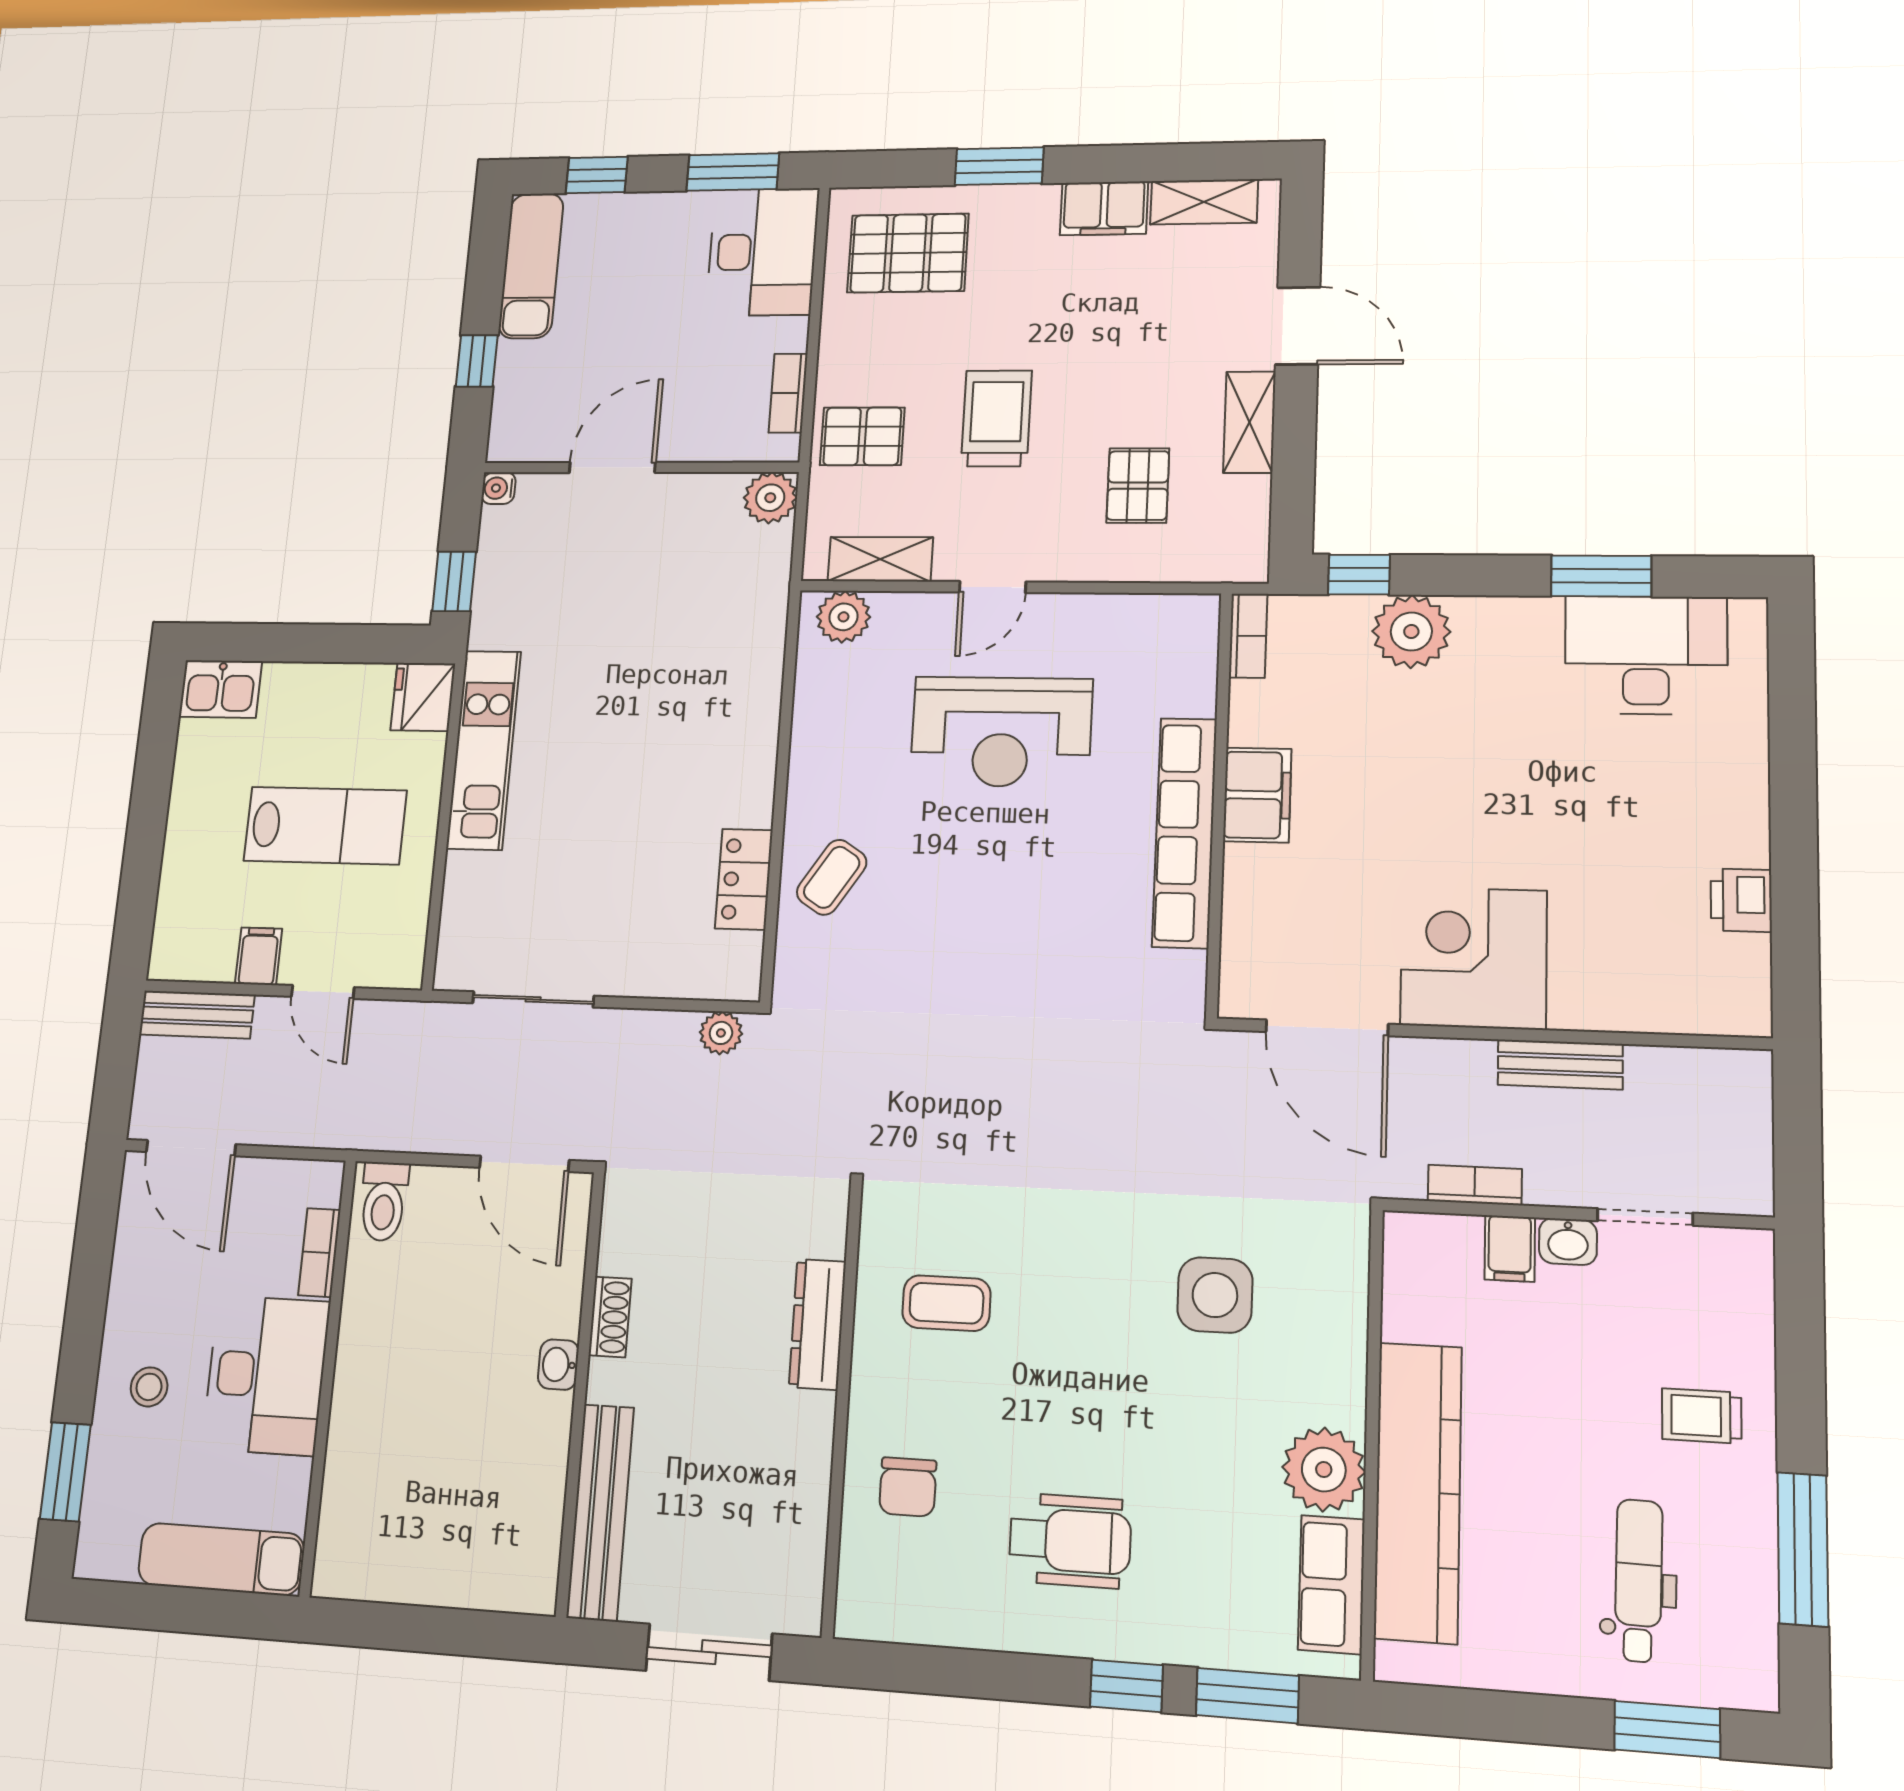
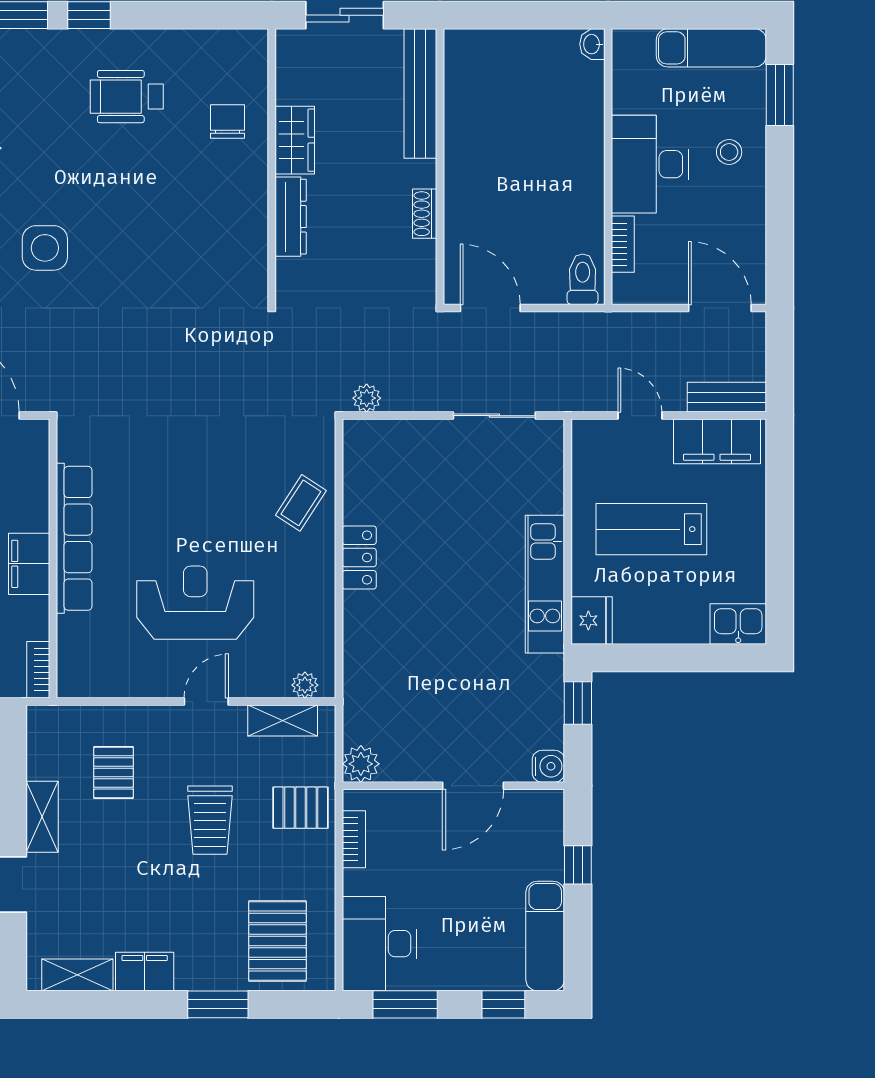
pallet: (908, 253) -> (277, 941), turned 90
water cooler: (499, 488) -> (548, 766), width x1.38, depth x1.38
plant: (843, 617) -> (305, 685), width x0.73, depth x0.73
locker: (744, 879) -> (359, 558), moved
filing cabinet: (259, 956) -> (717, 441), width x3.00, depth x1.17
coffee table: (946, 1303) -> (210, 234), removed
washbasin: (558, 1365) -> (592, 44), moved, turned 180
wardrobe: (803, 1449) -> (295, 140), added
exam couch: (221, 1559) -> (711, 48), moved

